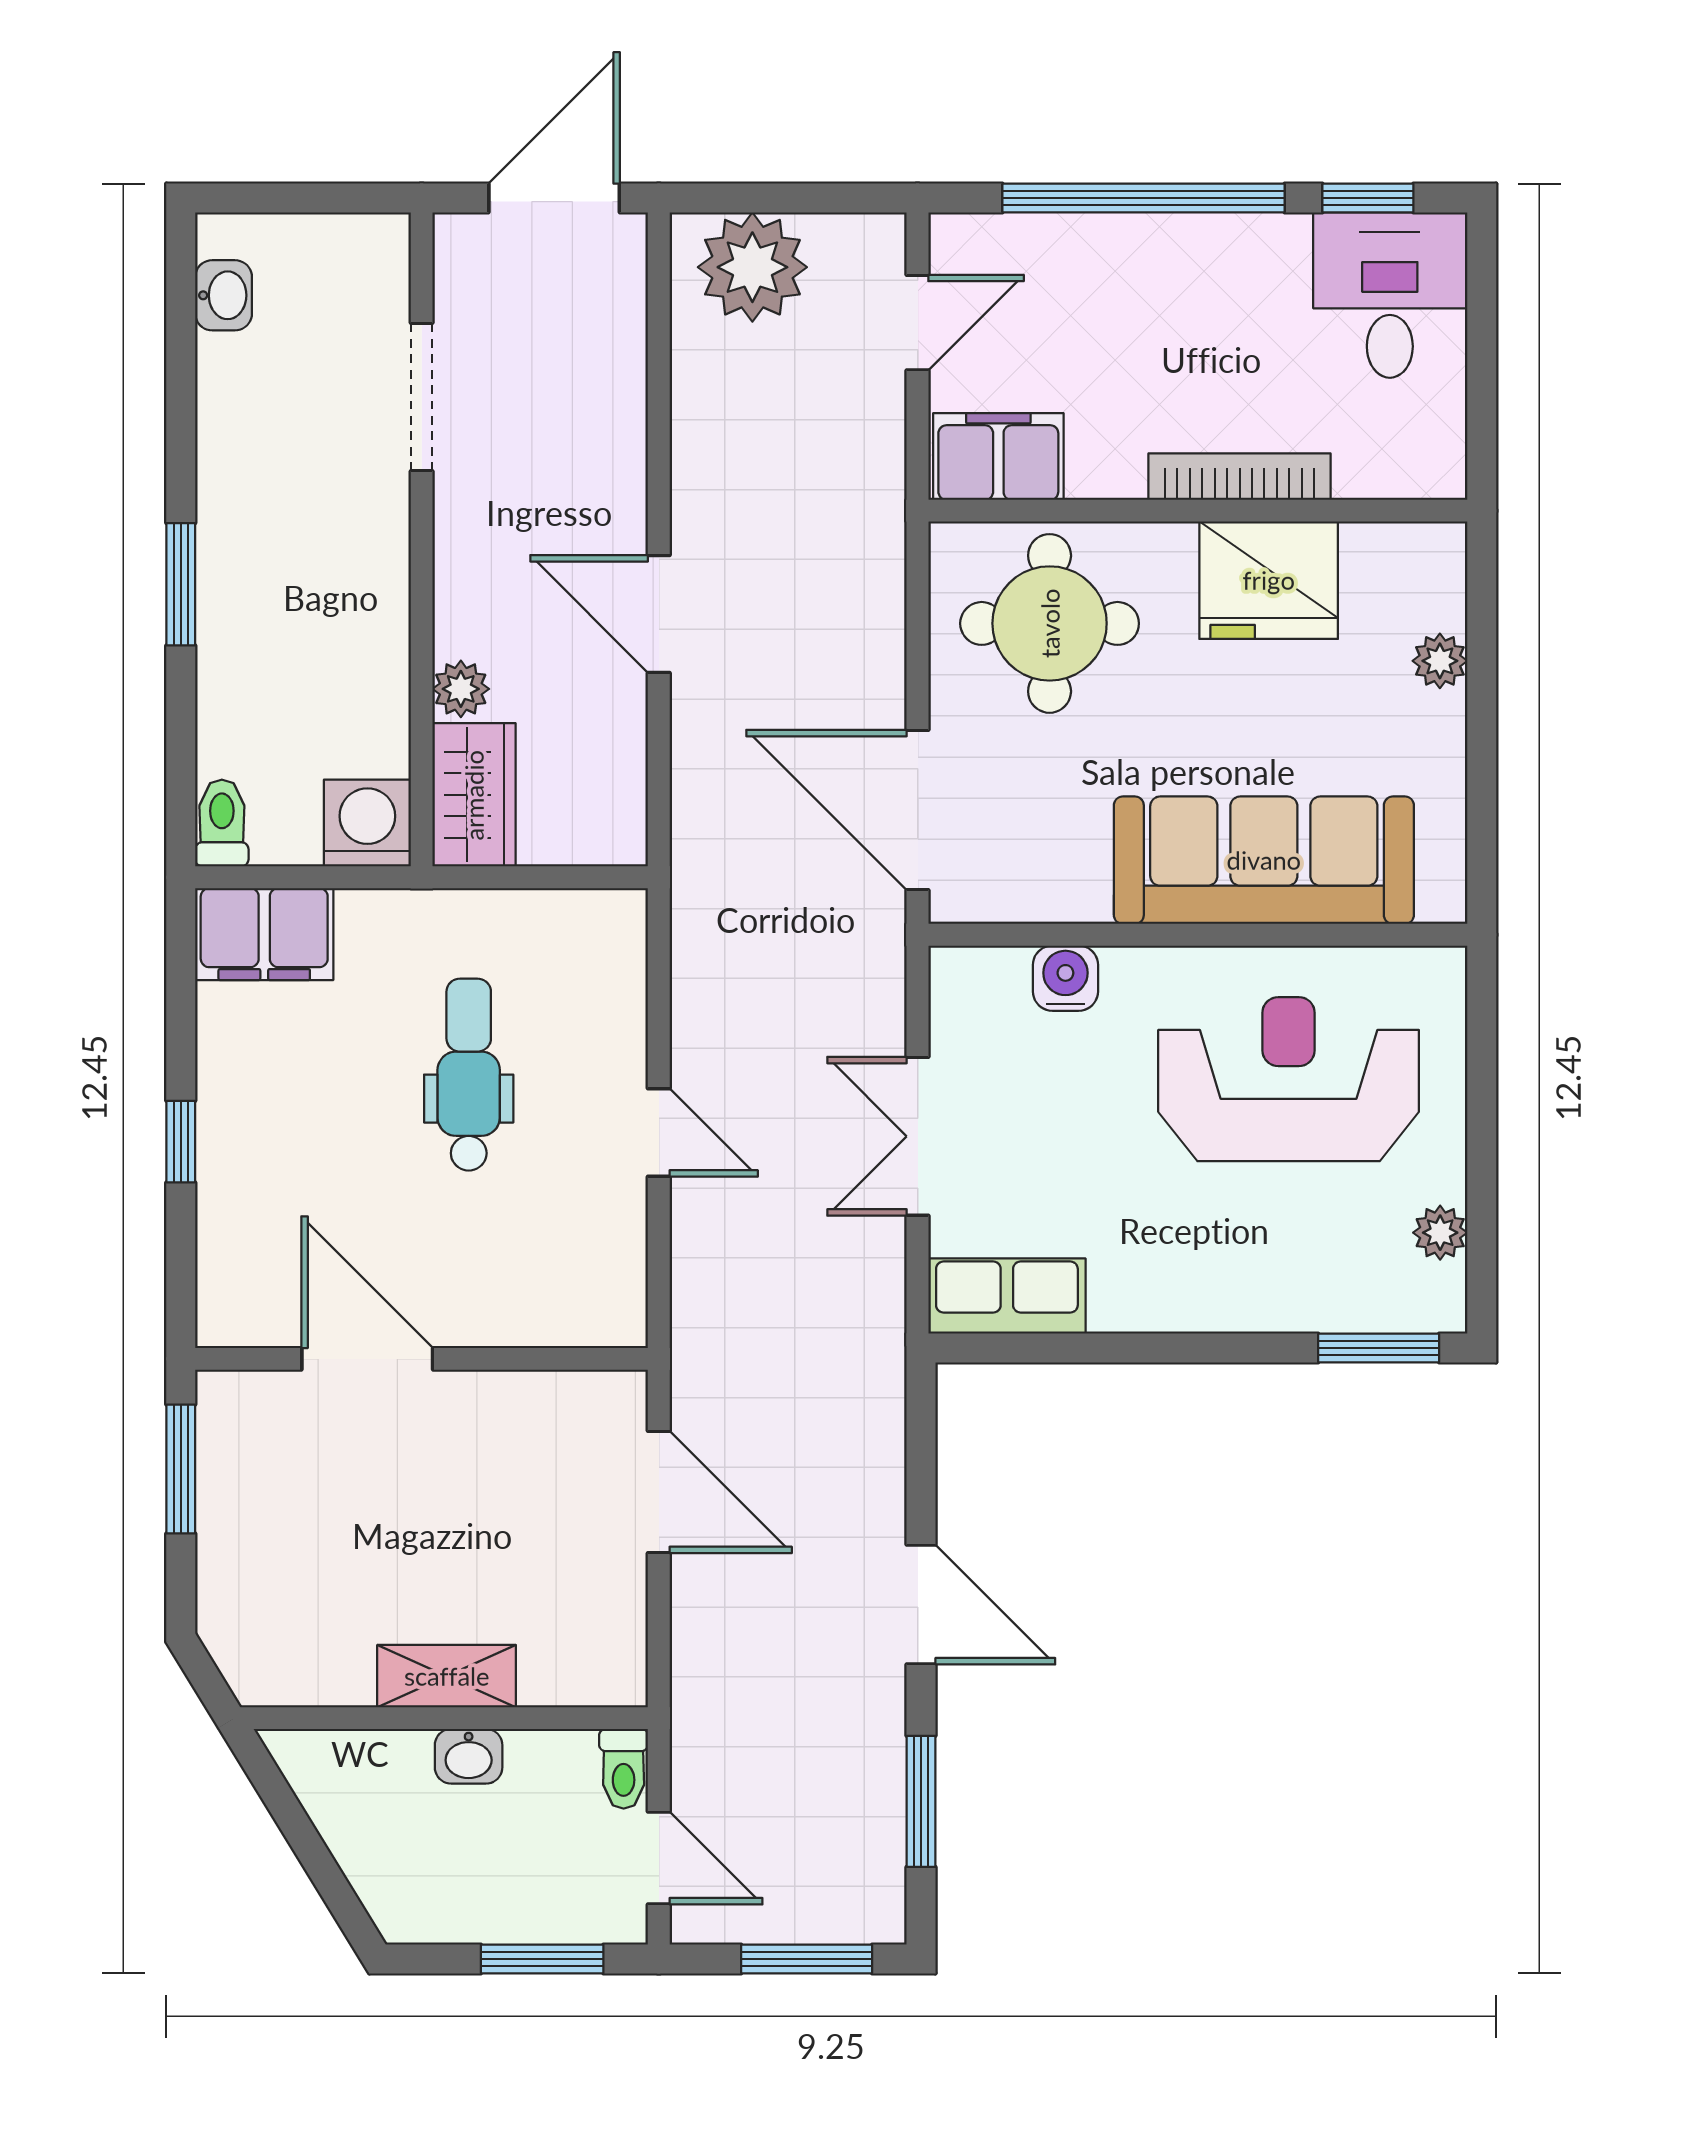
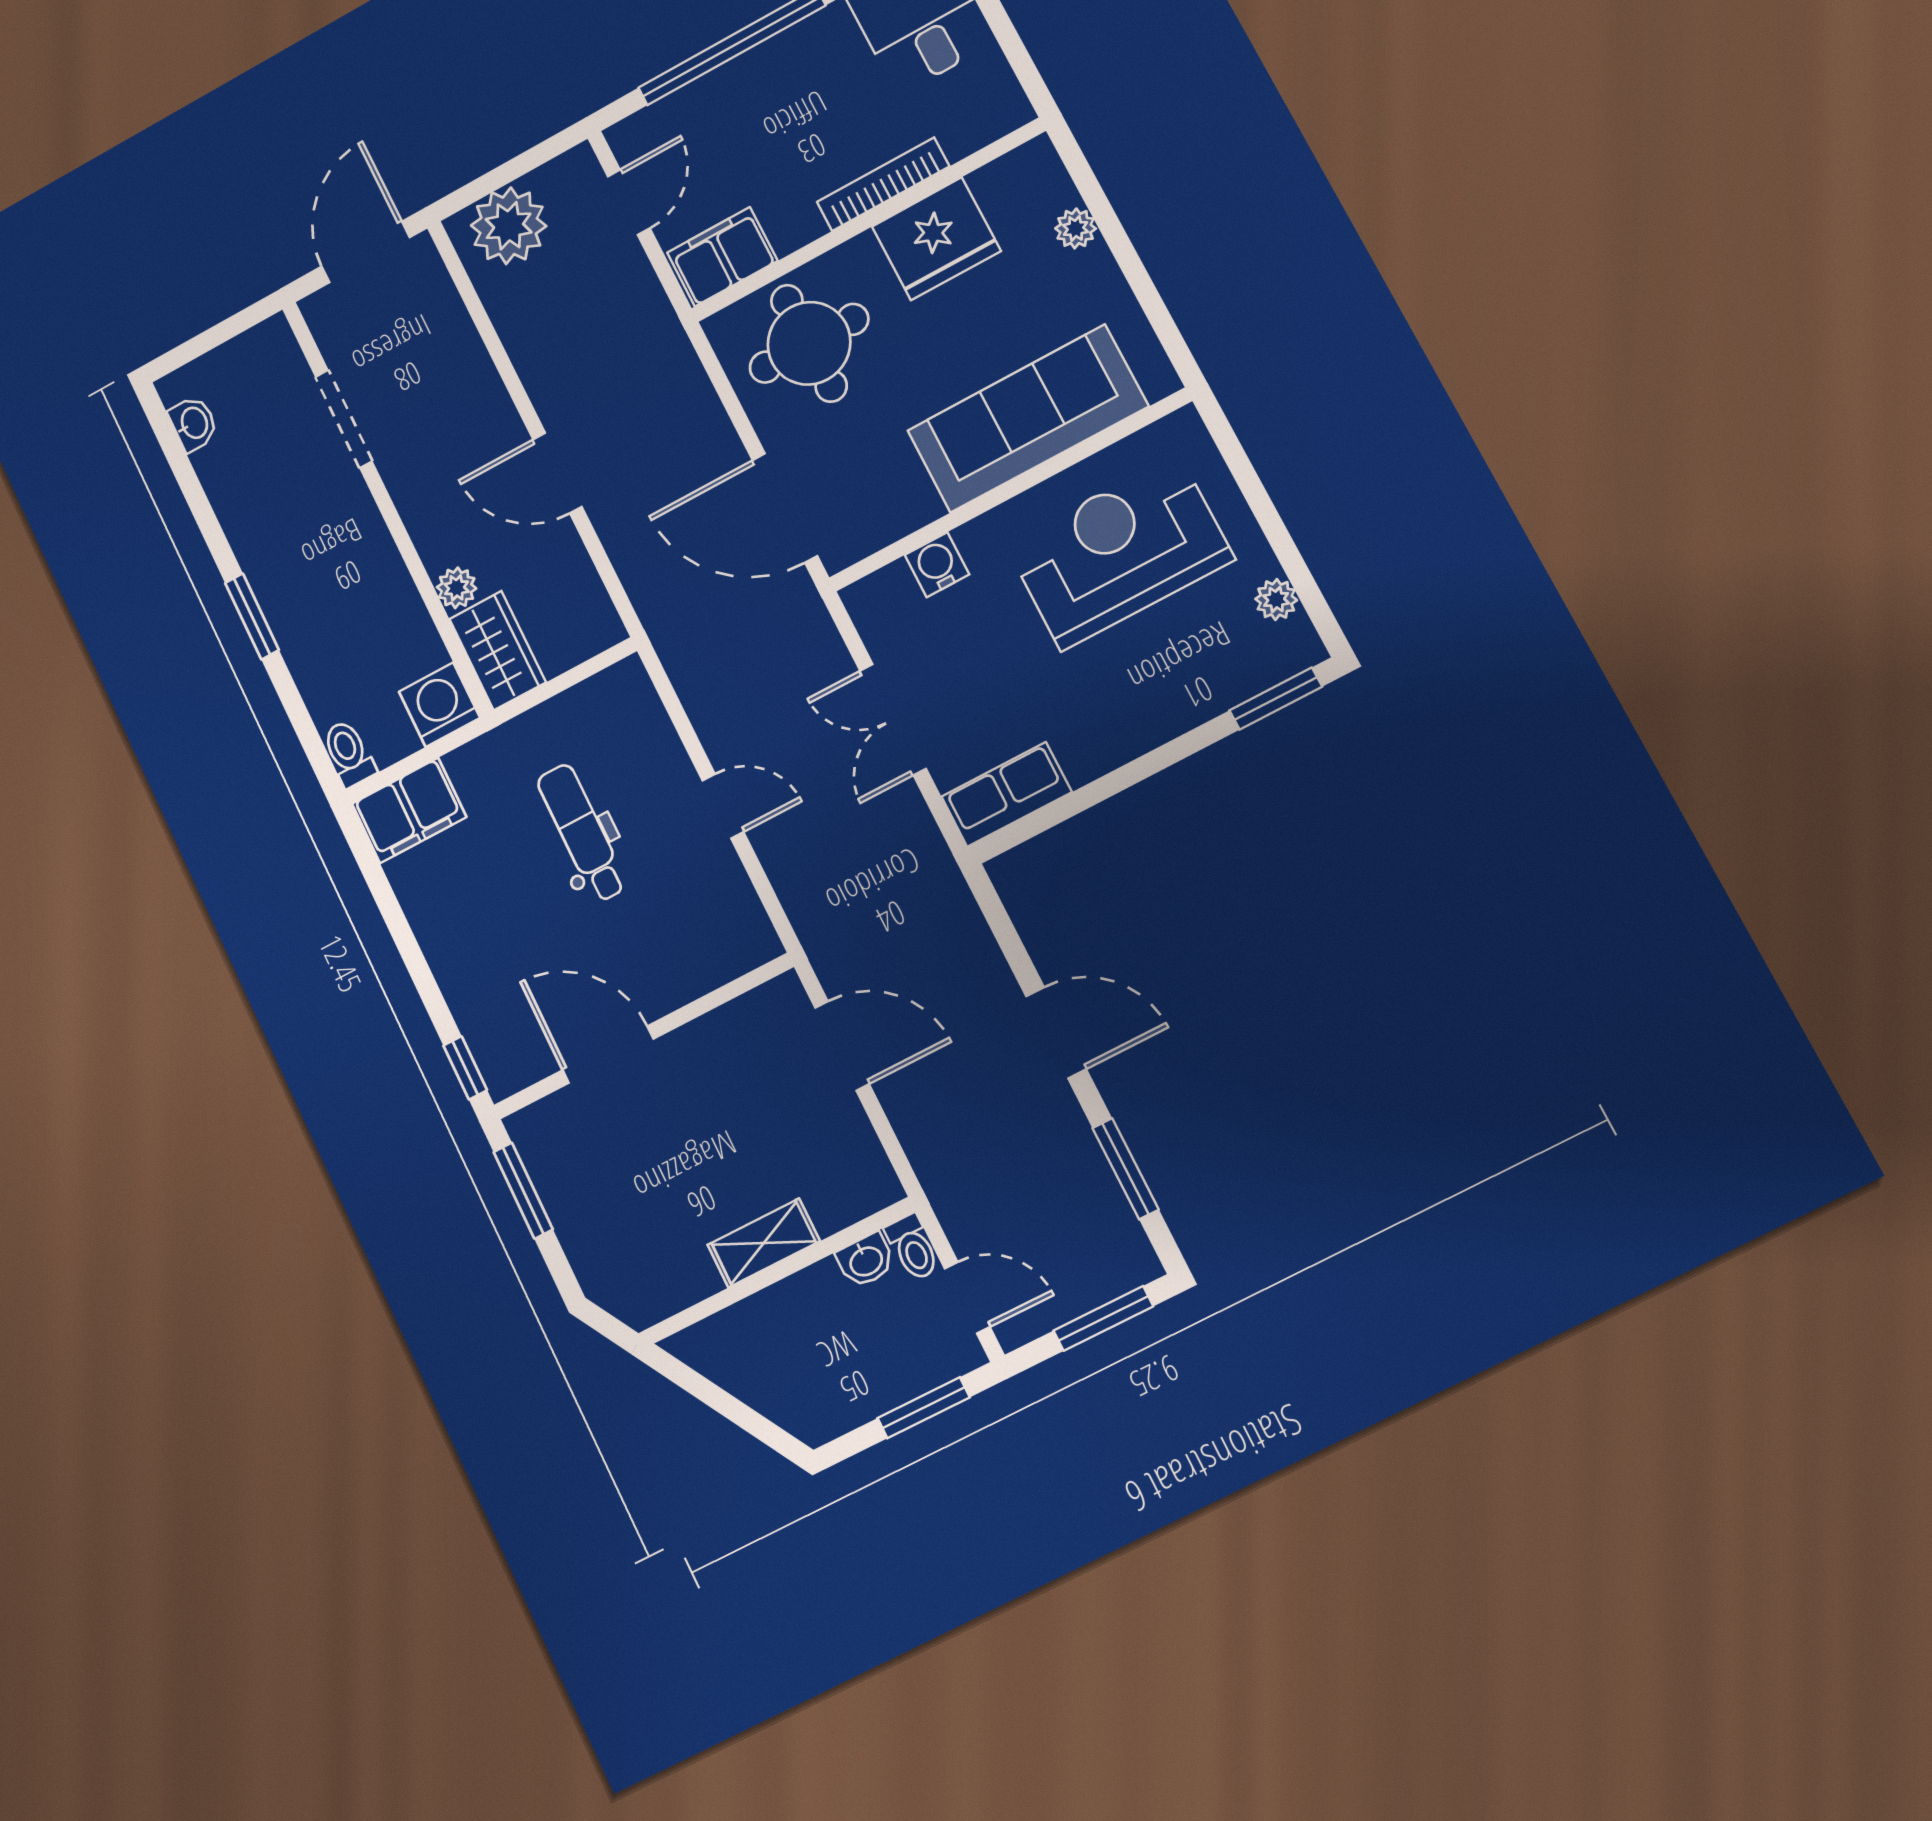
window: (181, 1142) -> (465, 1068), moved
washbasin: (469, 1756) -> (866, 1260), moved

